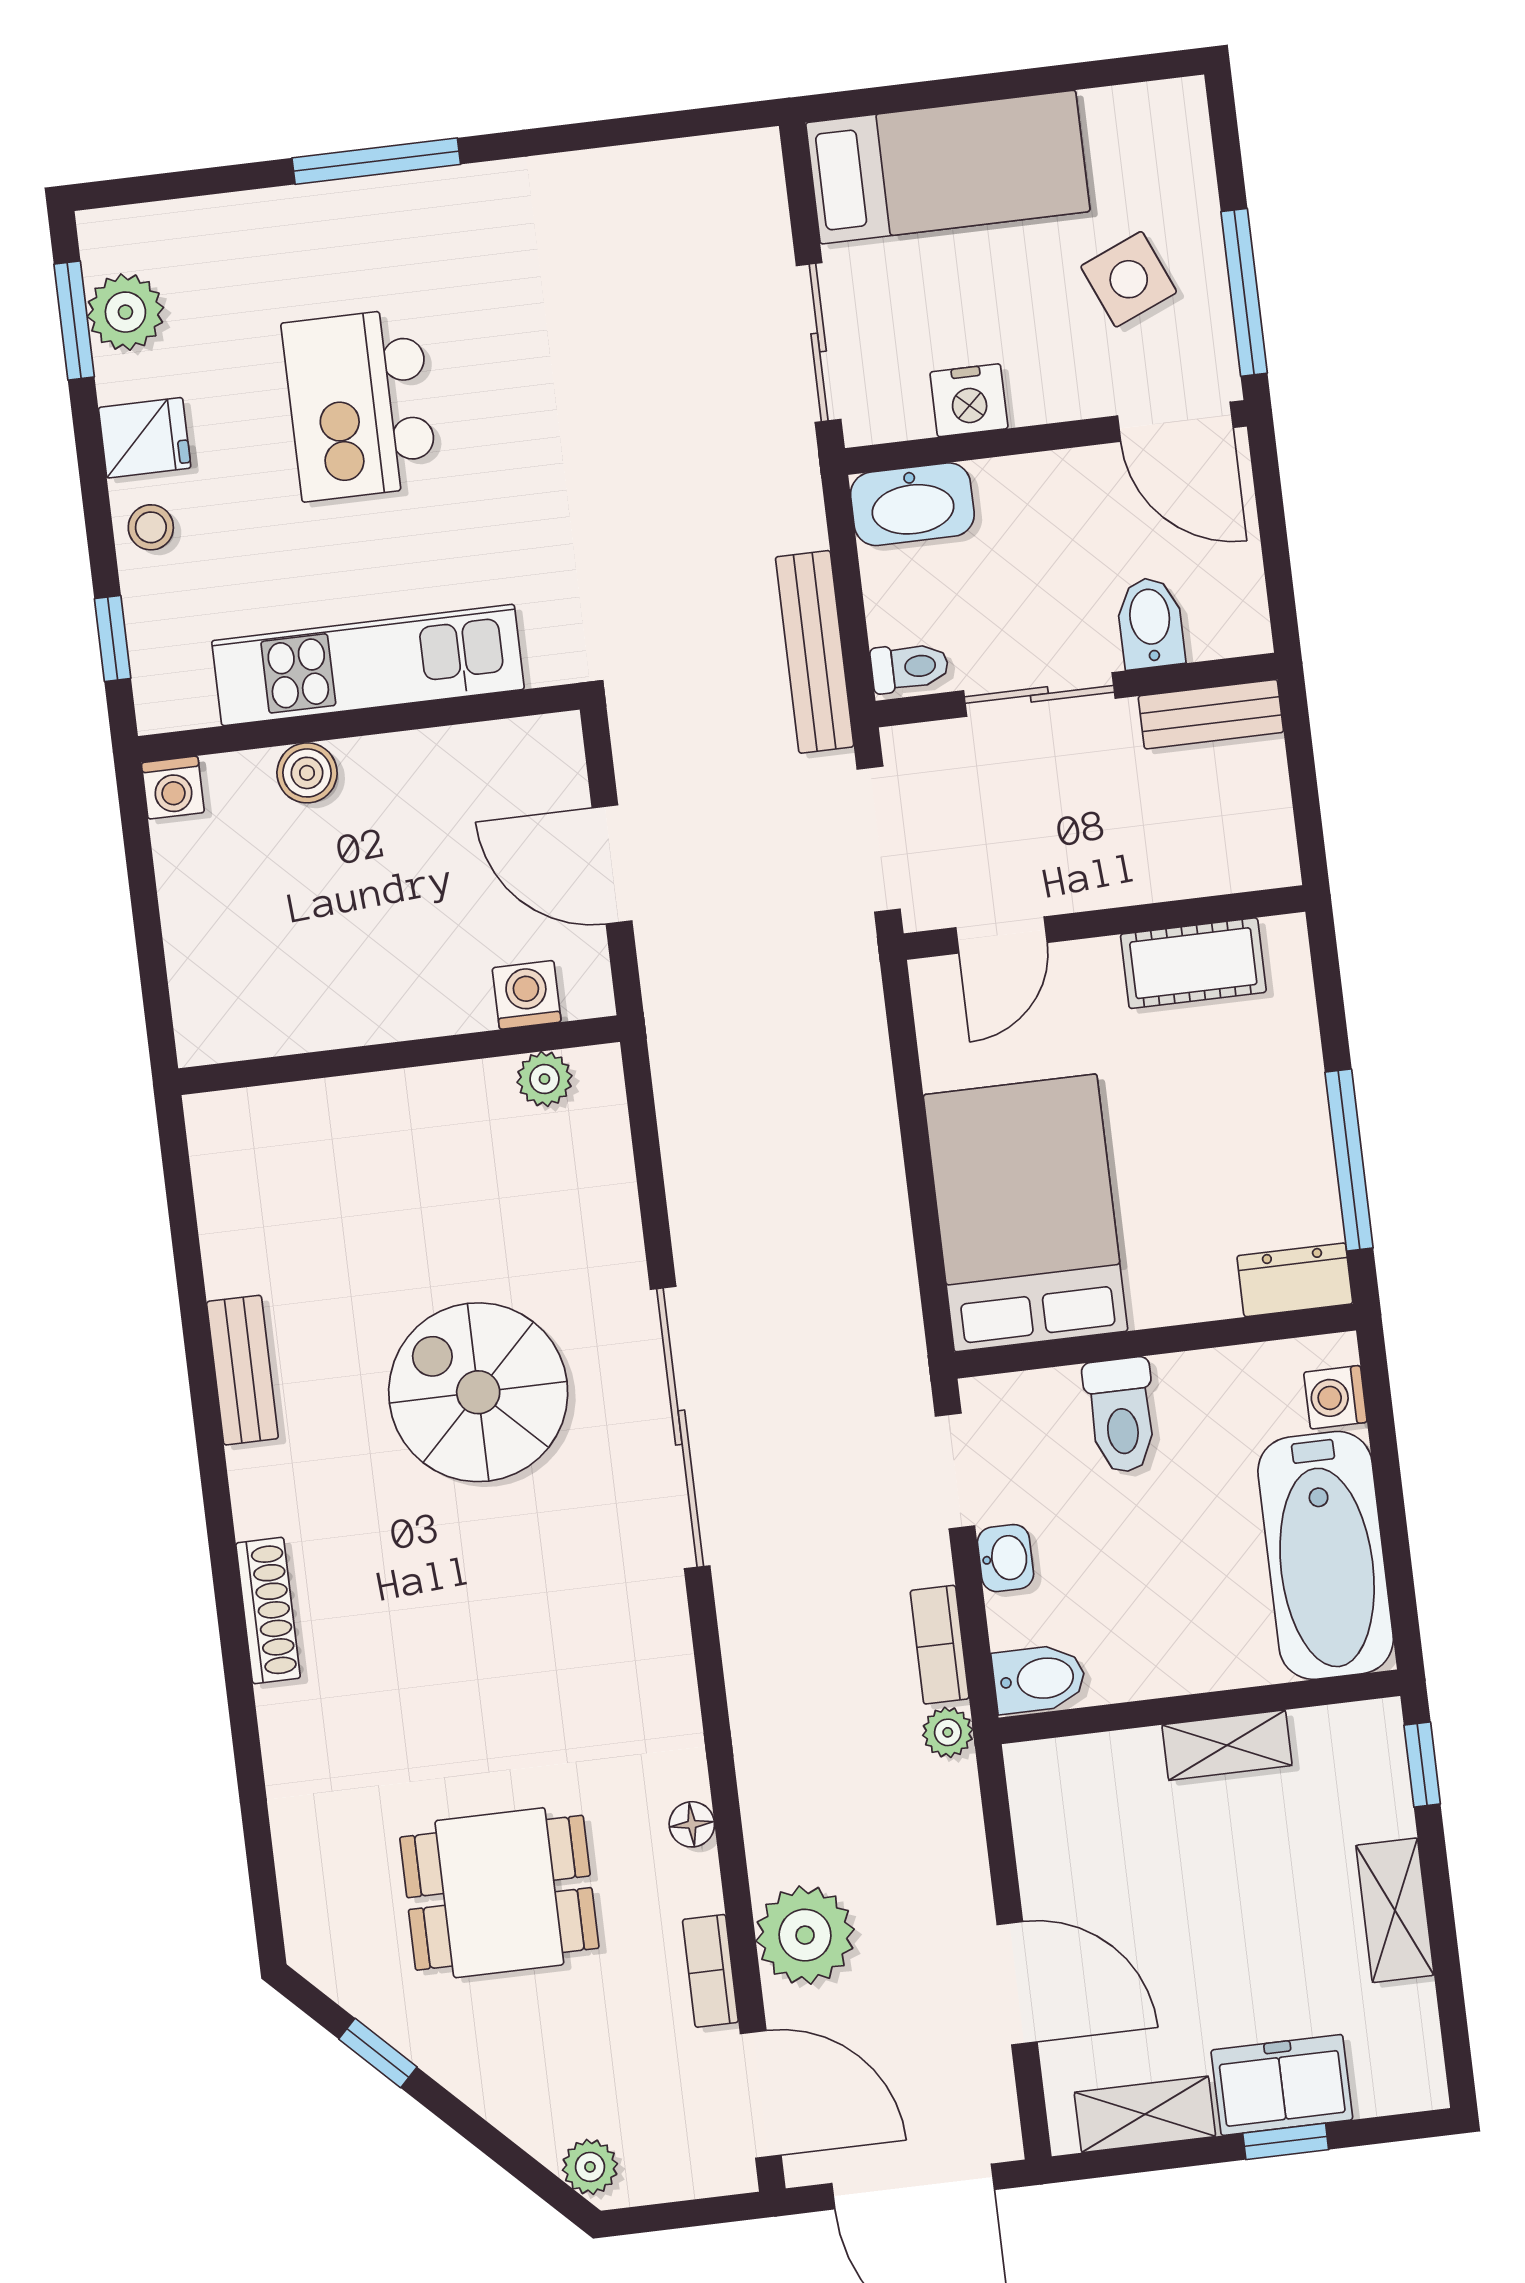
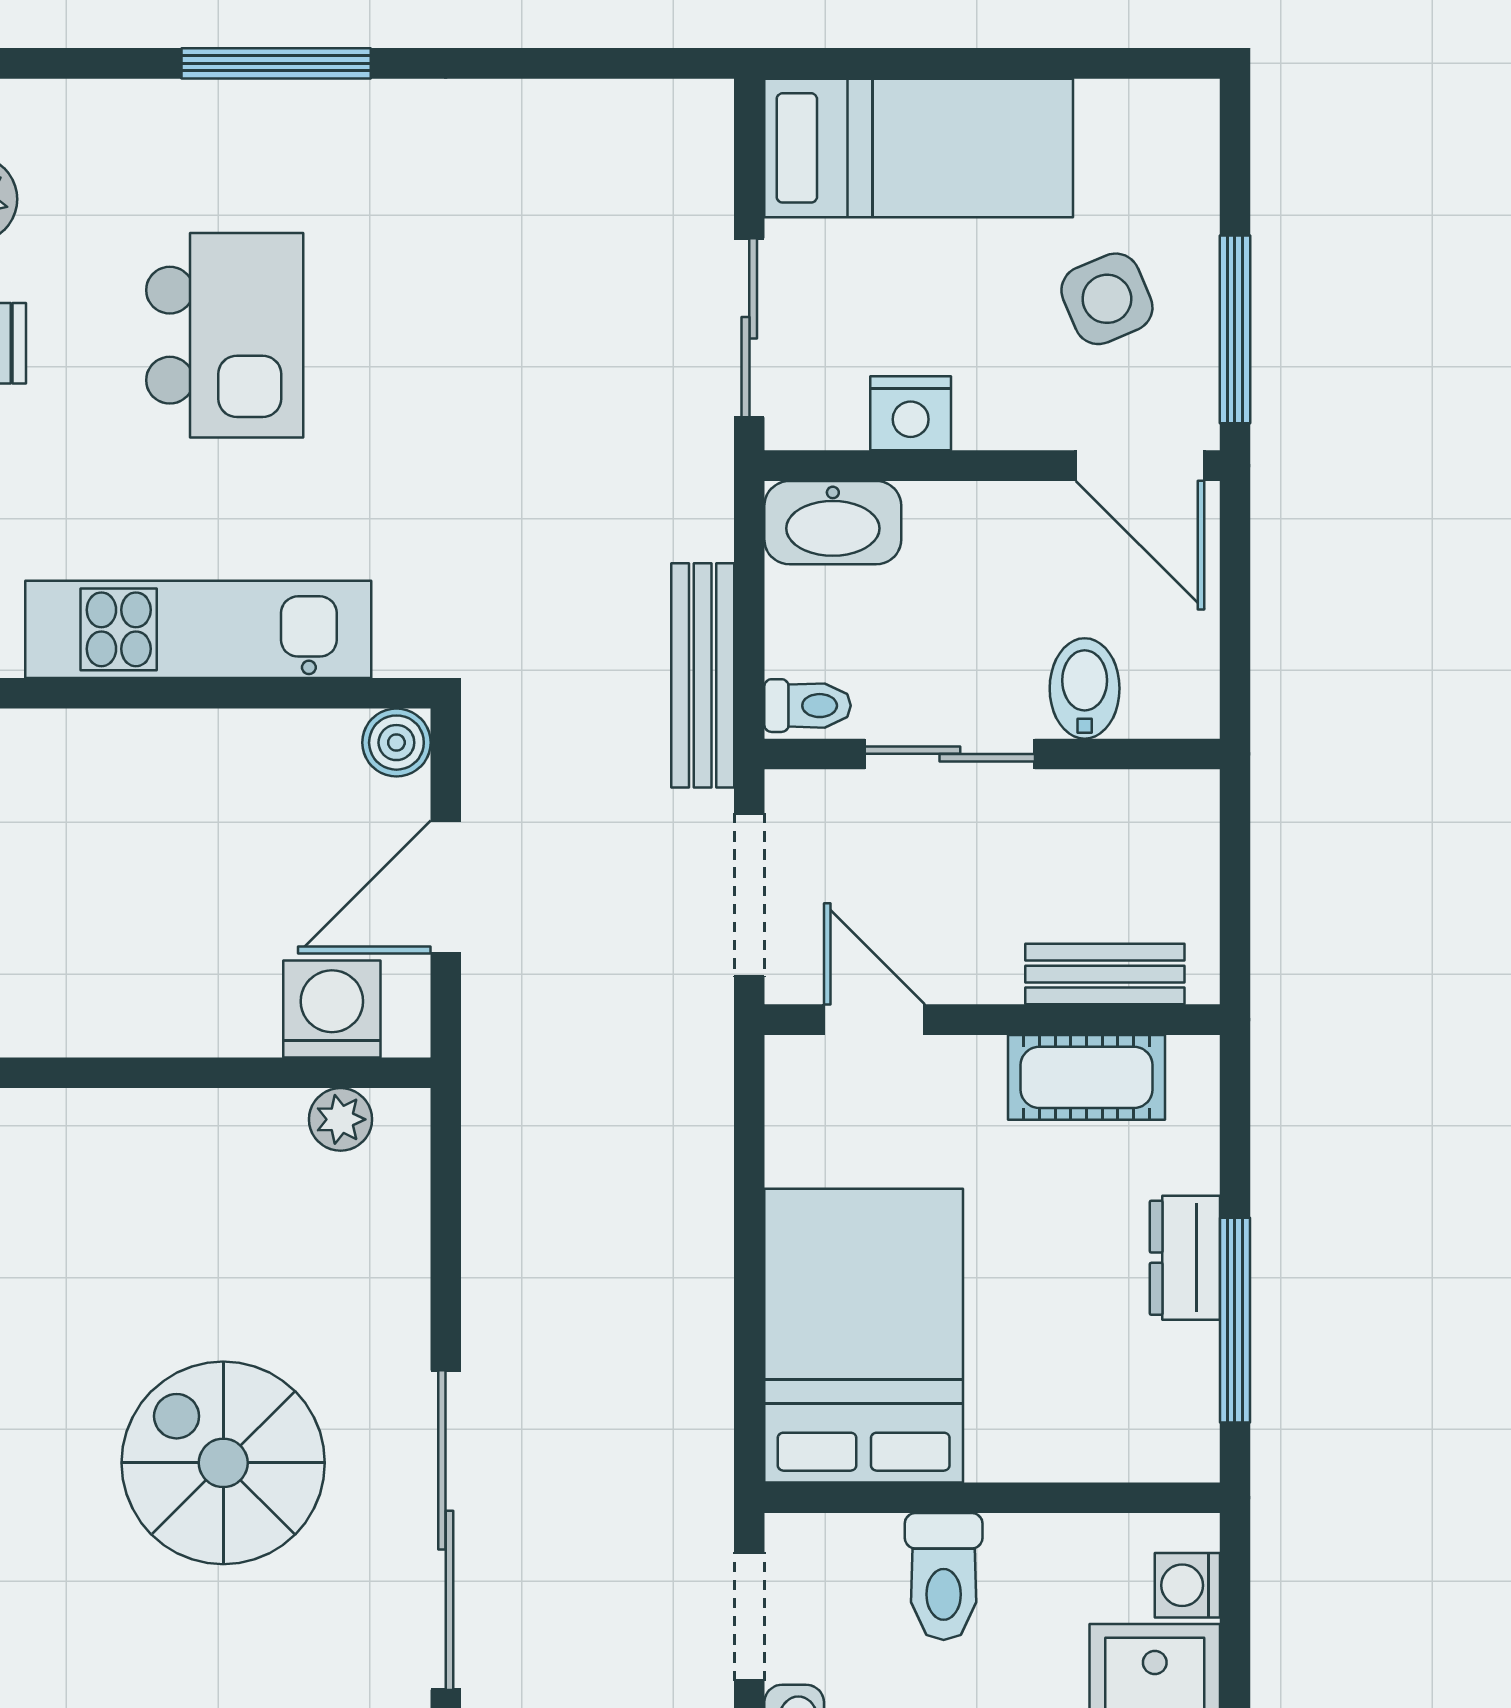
kitchen island: (360, 405) -> (225, 335), turned 180
bench: (1211, 714) -> (1105, 974), moved
boiler: (307, 773) -> (396, 743), moved
door: (612, 864) -> (446, 887), hinge flipped
door: (1001, 935) -> (874, 1020), swing flipped
washing machine: (527, 995) -> (332, 1009), width x1.38, depth x1.38
dresser: (1295, 1280) -> (1185, 1258), moved, turned -90

